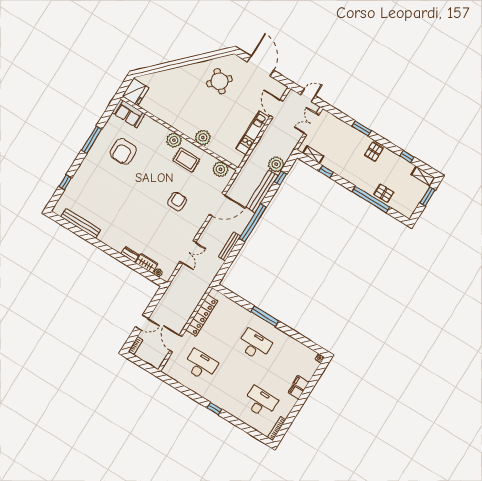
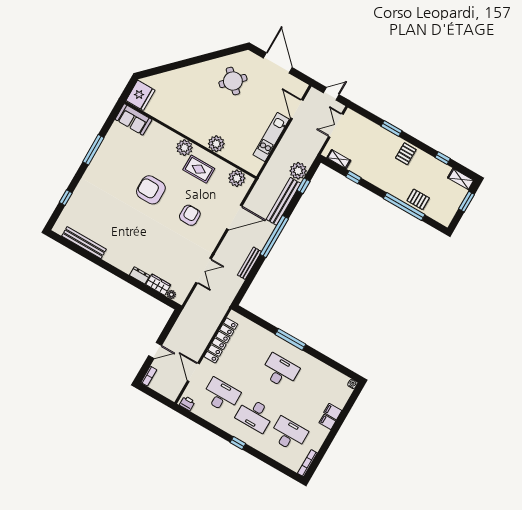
armchair: (123, 151) -> (151, 190), moved, turned 90
printer: (170, 371) -> (187, 403), added
desk: (230, 384) -> (255, 415), added

